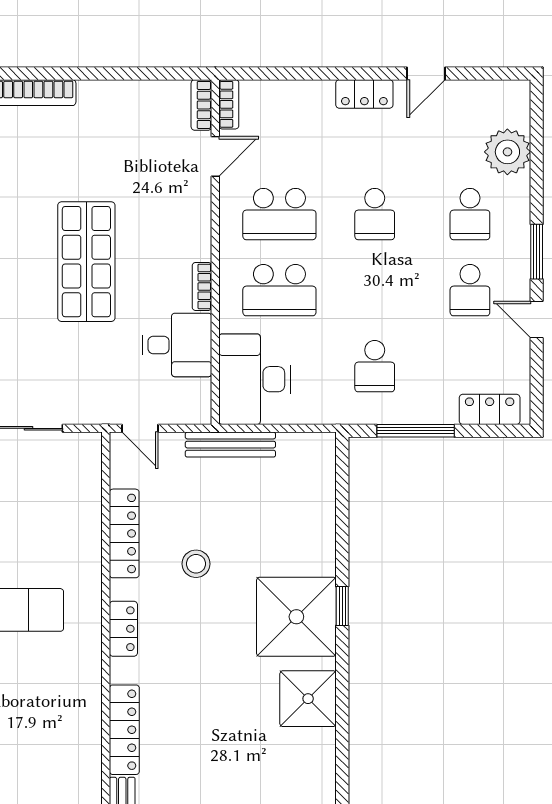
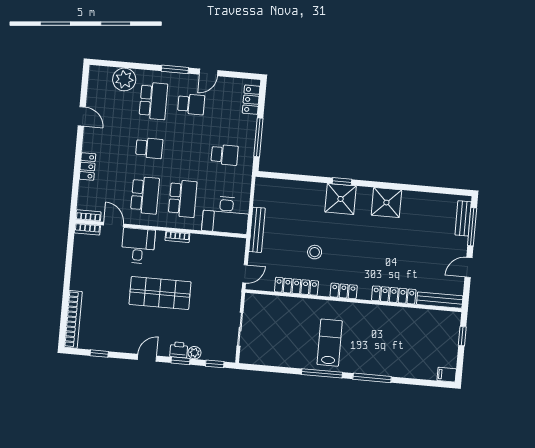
locker: (364, 94) -> (87, 167), moved
school desk: (470, 214) -> (153, 101), width x1.85
desk: (177, 345) -> (138, 246), moved
shower: (296, 617) -> (341, 199), width x0.73, depth x0.73

